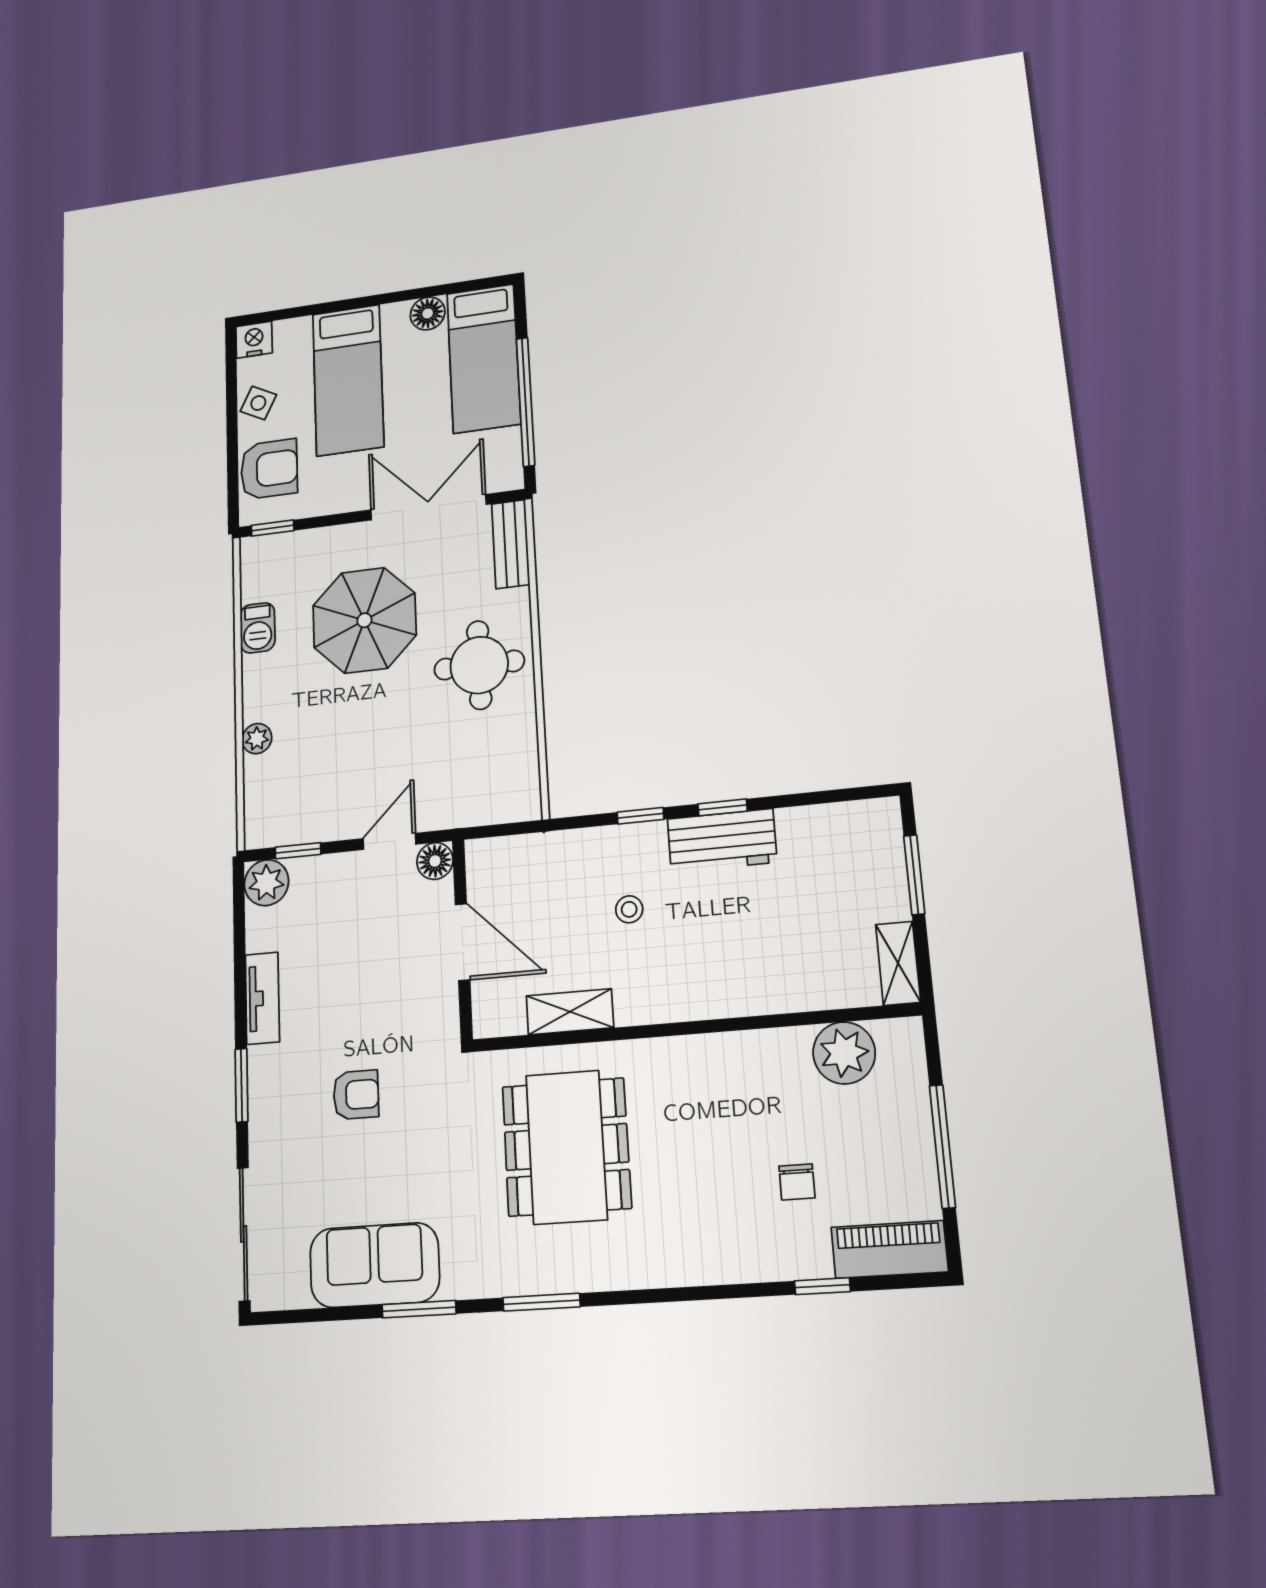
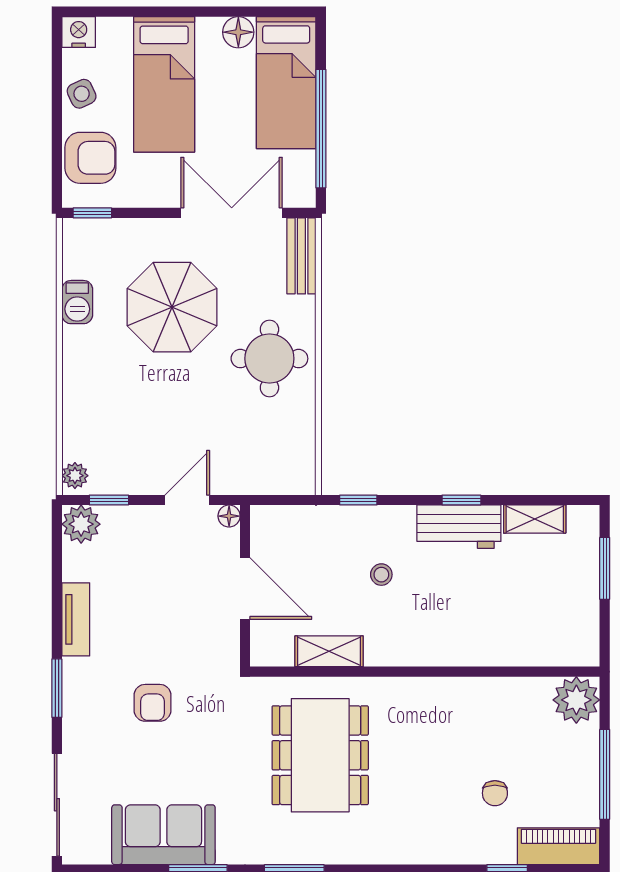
side table: (258, 403) -> (82, 94), turned 38
plant: (257, 739) -> (75, 476), moved
window: (640, 816) -> (358, 500), moved
floor lamp: (435, 861) -> (229, 516), width x0.73, depth x0.73
shelving: (898, 963) -> (535, 519), moved, turned 90
plant: (844, 1053) -> (576, 700), moved
armchair: (356, 1095) -> (152, 703), turned 90

